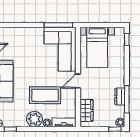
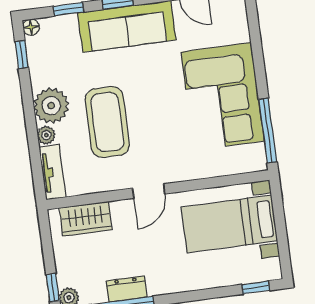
corner sofa: (60, 49) -> (223, 96), moved, turned -90
door: (78, 81) -> (149, 191), swing flipped

